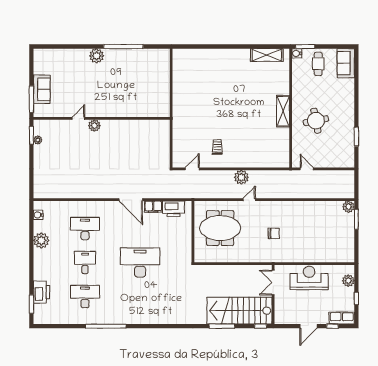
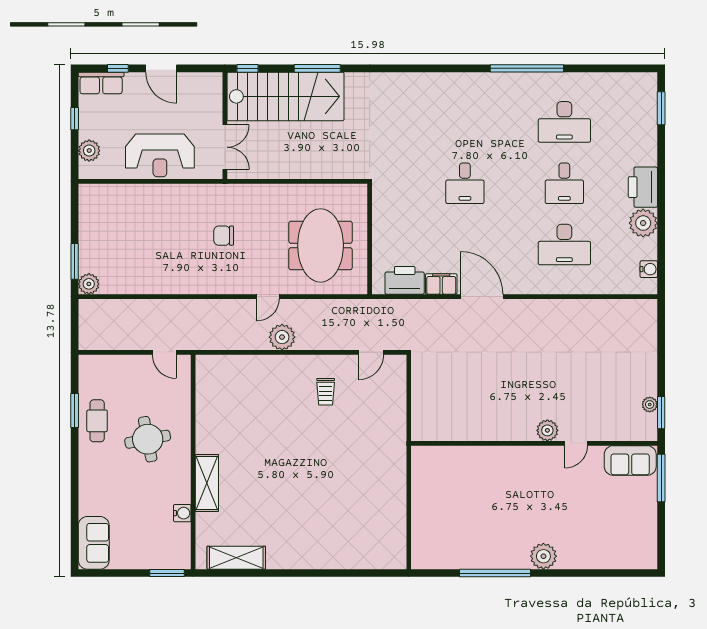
water cooler: (297, 53) -> (182, 513), moved
cafe table: (318, 64) -> (97, 421), moved
sofa: (42, 89) -> (630, 460), moved, turned -90
shelving: (283, 111) -> (207, 483), moved
meeting table: (220, 228) -> (321, 245), turned 90
desk: (140, 263) -> (465, 183), width x0.53, depth x0.77
printer: (41, 292) -> (643, 187), moved
door: (308, 326) -> (161, 68), swing flipped

